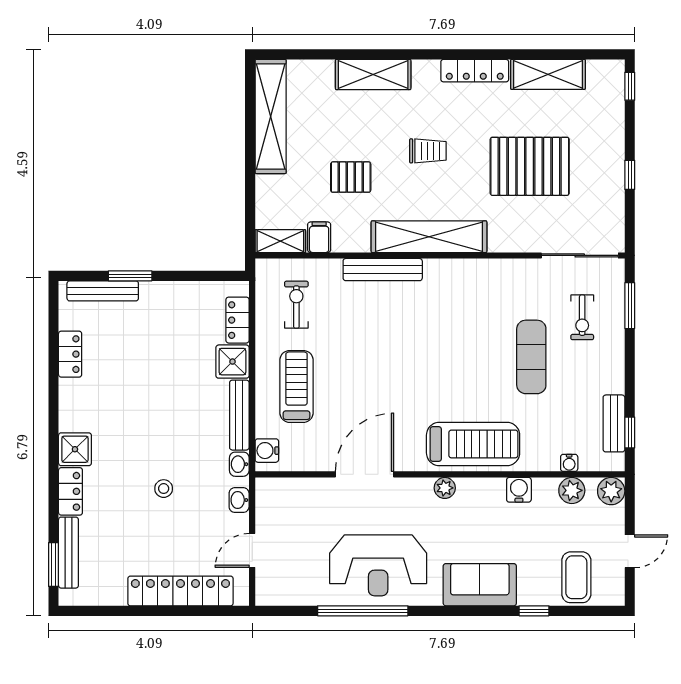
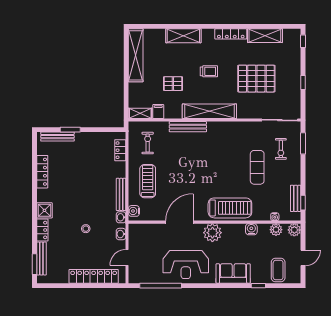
locker: (70, 354) -> (42, 172), width x1.53
shower: (232, 362) -> (118, 170), removed
plant: (445, 488) -> (212, 233), width x1.88, depth x1.88
window: (363, 611) -> (161, 286), moved

